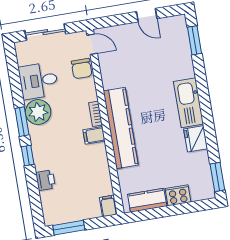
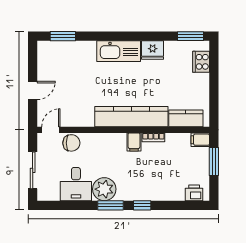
door: (147, 15) -> (33, 90), moved
bookcase: (95, 114) -> (153, 137), moved
printer: (45, 180) -> (194, 193), moved
cooker: (178, 195) -> (201, 62), moved
kitchen counter: (147, 200) -> (186, 118), moved, turned 90
window: (69, 228) -> (214, 161), moved

